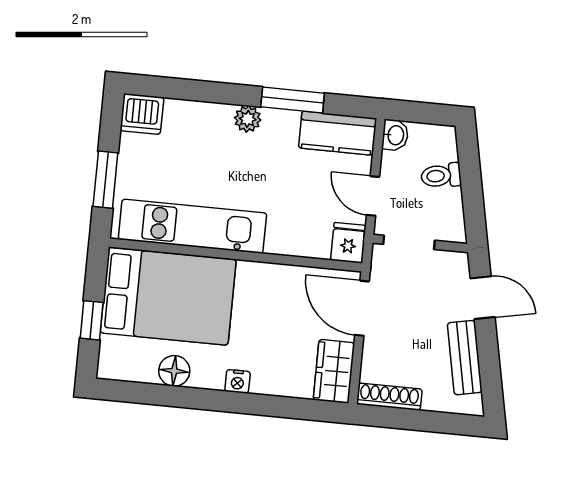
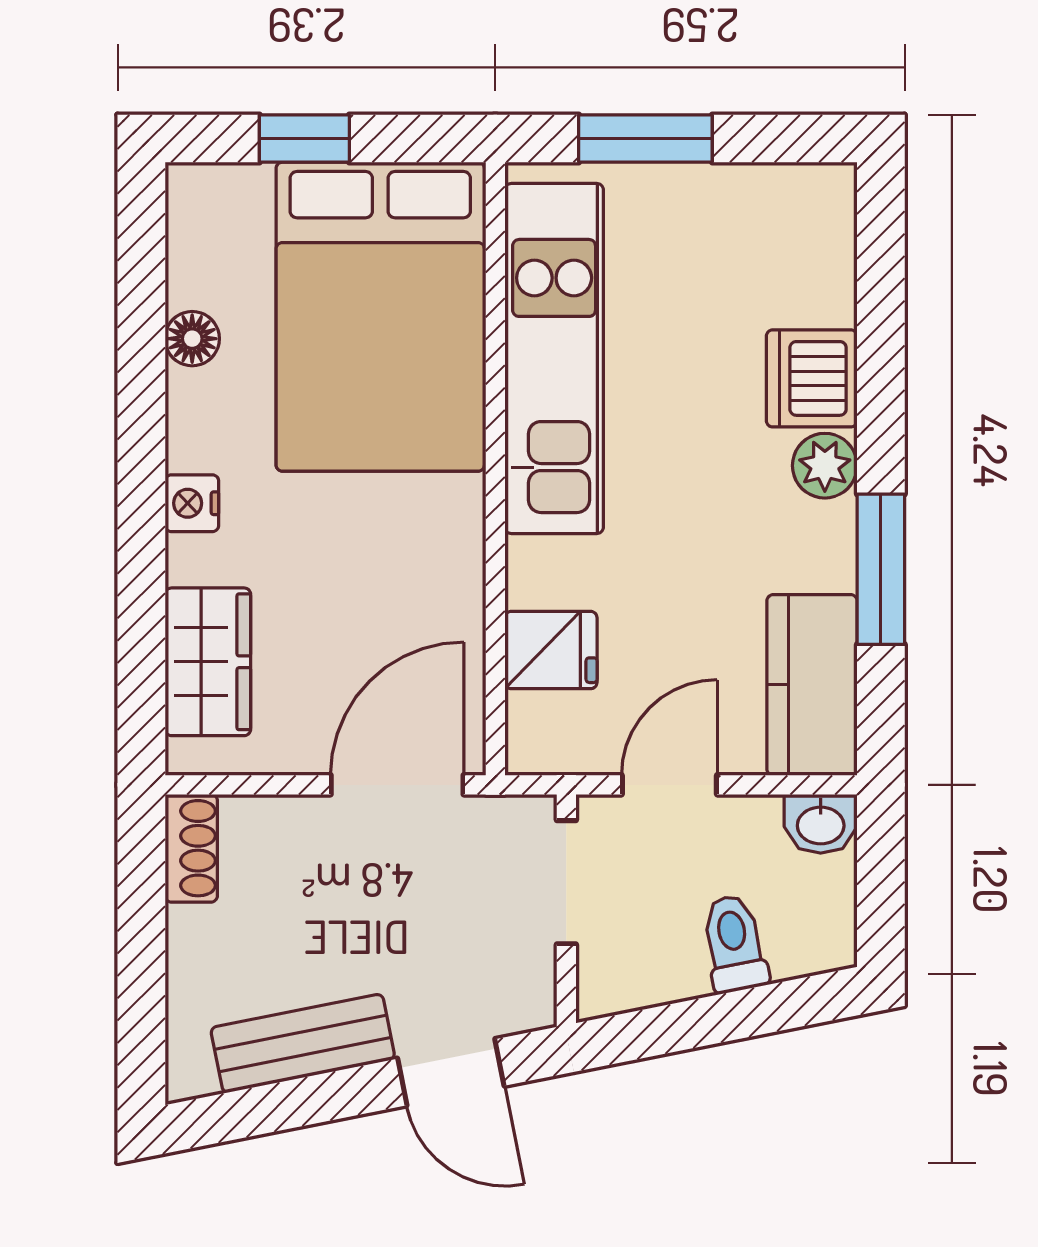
dishwasher: (142, 114) -> (812, 378), moved
fridge: (348, 243) -> (551, 650), moved
door: (483, 298) -> (451, 1072), hinge flipped
floor lamp: (174, 371) -> (192, 339), width x0.73, depth x0.73
wardrobe: (334, 371) -> (208, 662), moved, turned 90
shoe rack: (389, 397) -> (191, 848), width x0.70

